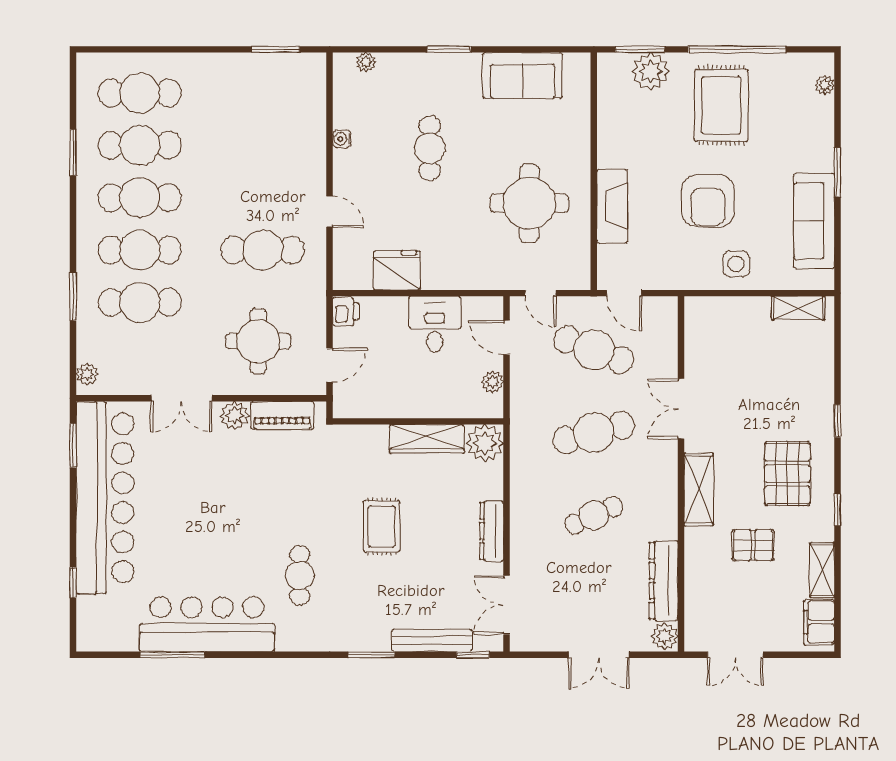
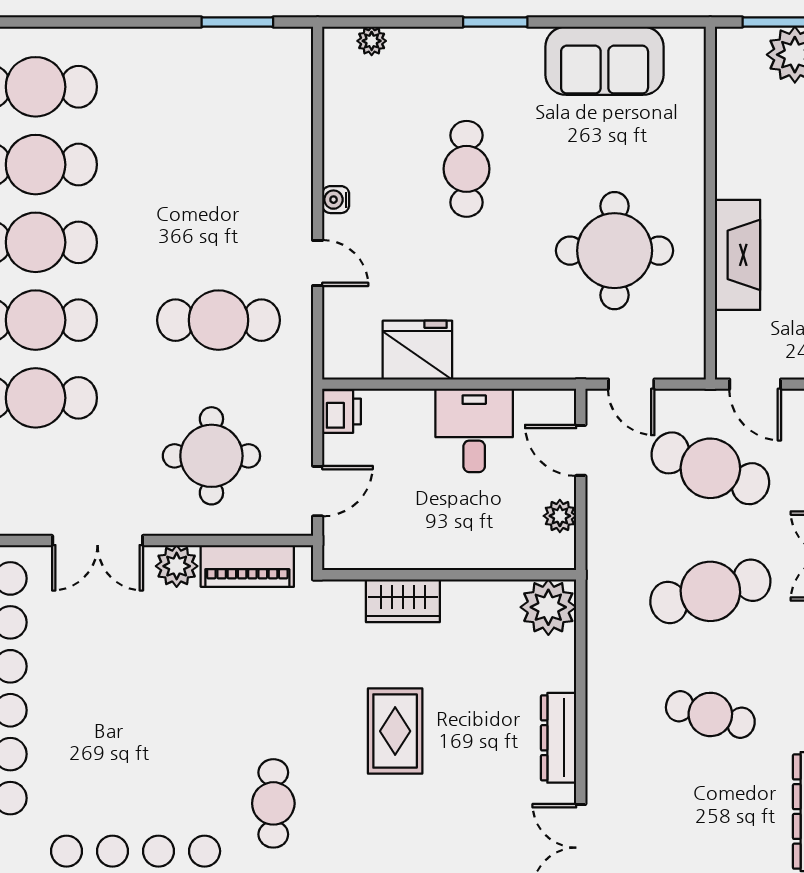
water cooler: (342, 139) -> (336, 200), moved
wardrobe: (427, 439) -> (403, 601), moved, width x0.67
cafe table: (594, 515) -> (710, 714), turned 39

